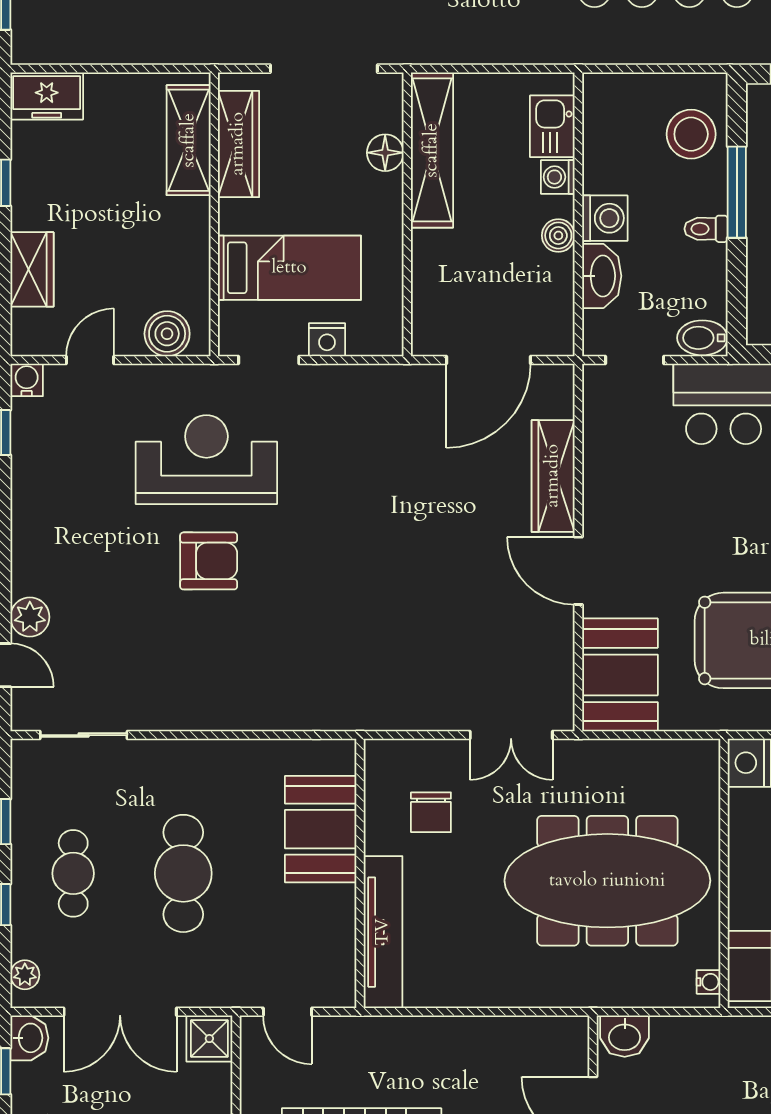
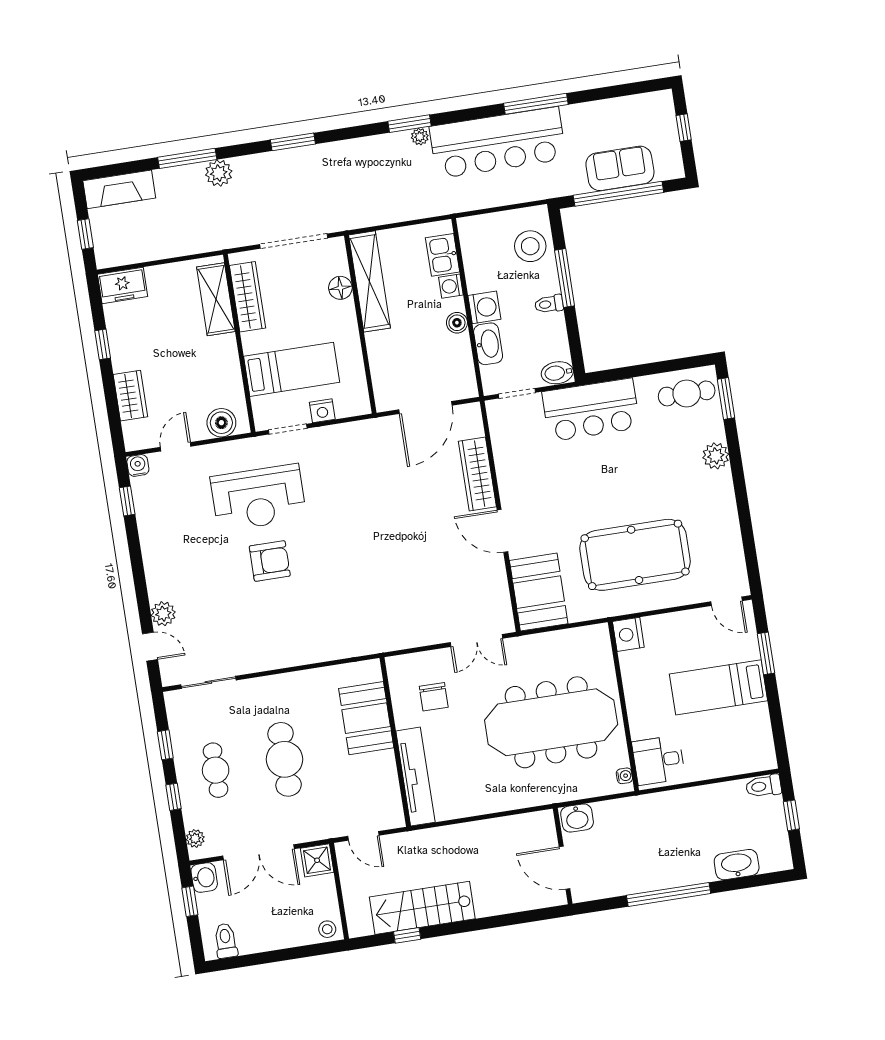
reception desk: (206, 460) -> (258, 498), turned 180

